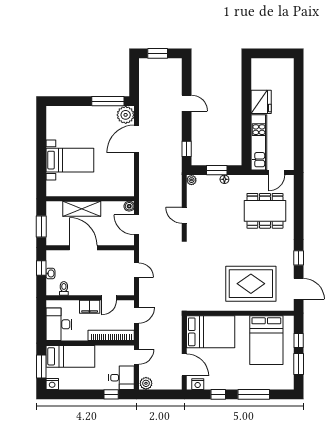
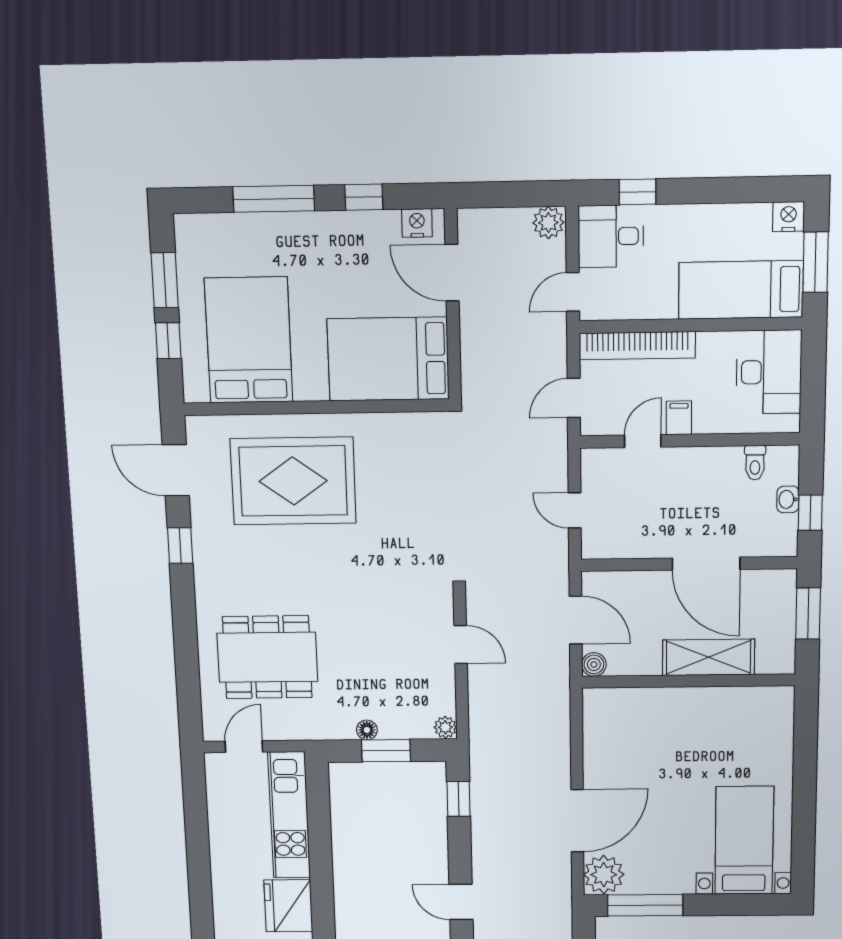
bed with nightstands: (70, 160) -> (744, 840), moved, turned 90
filing cabinet: (90, 307) -> (679, 418), width x0.50

